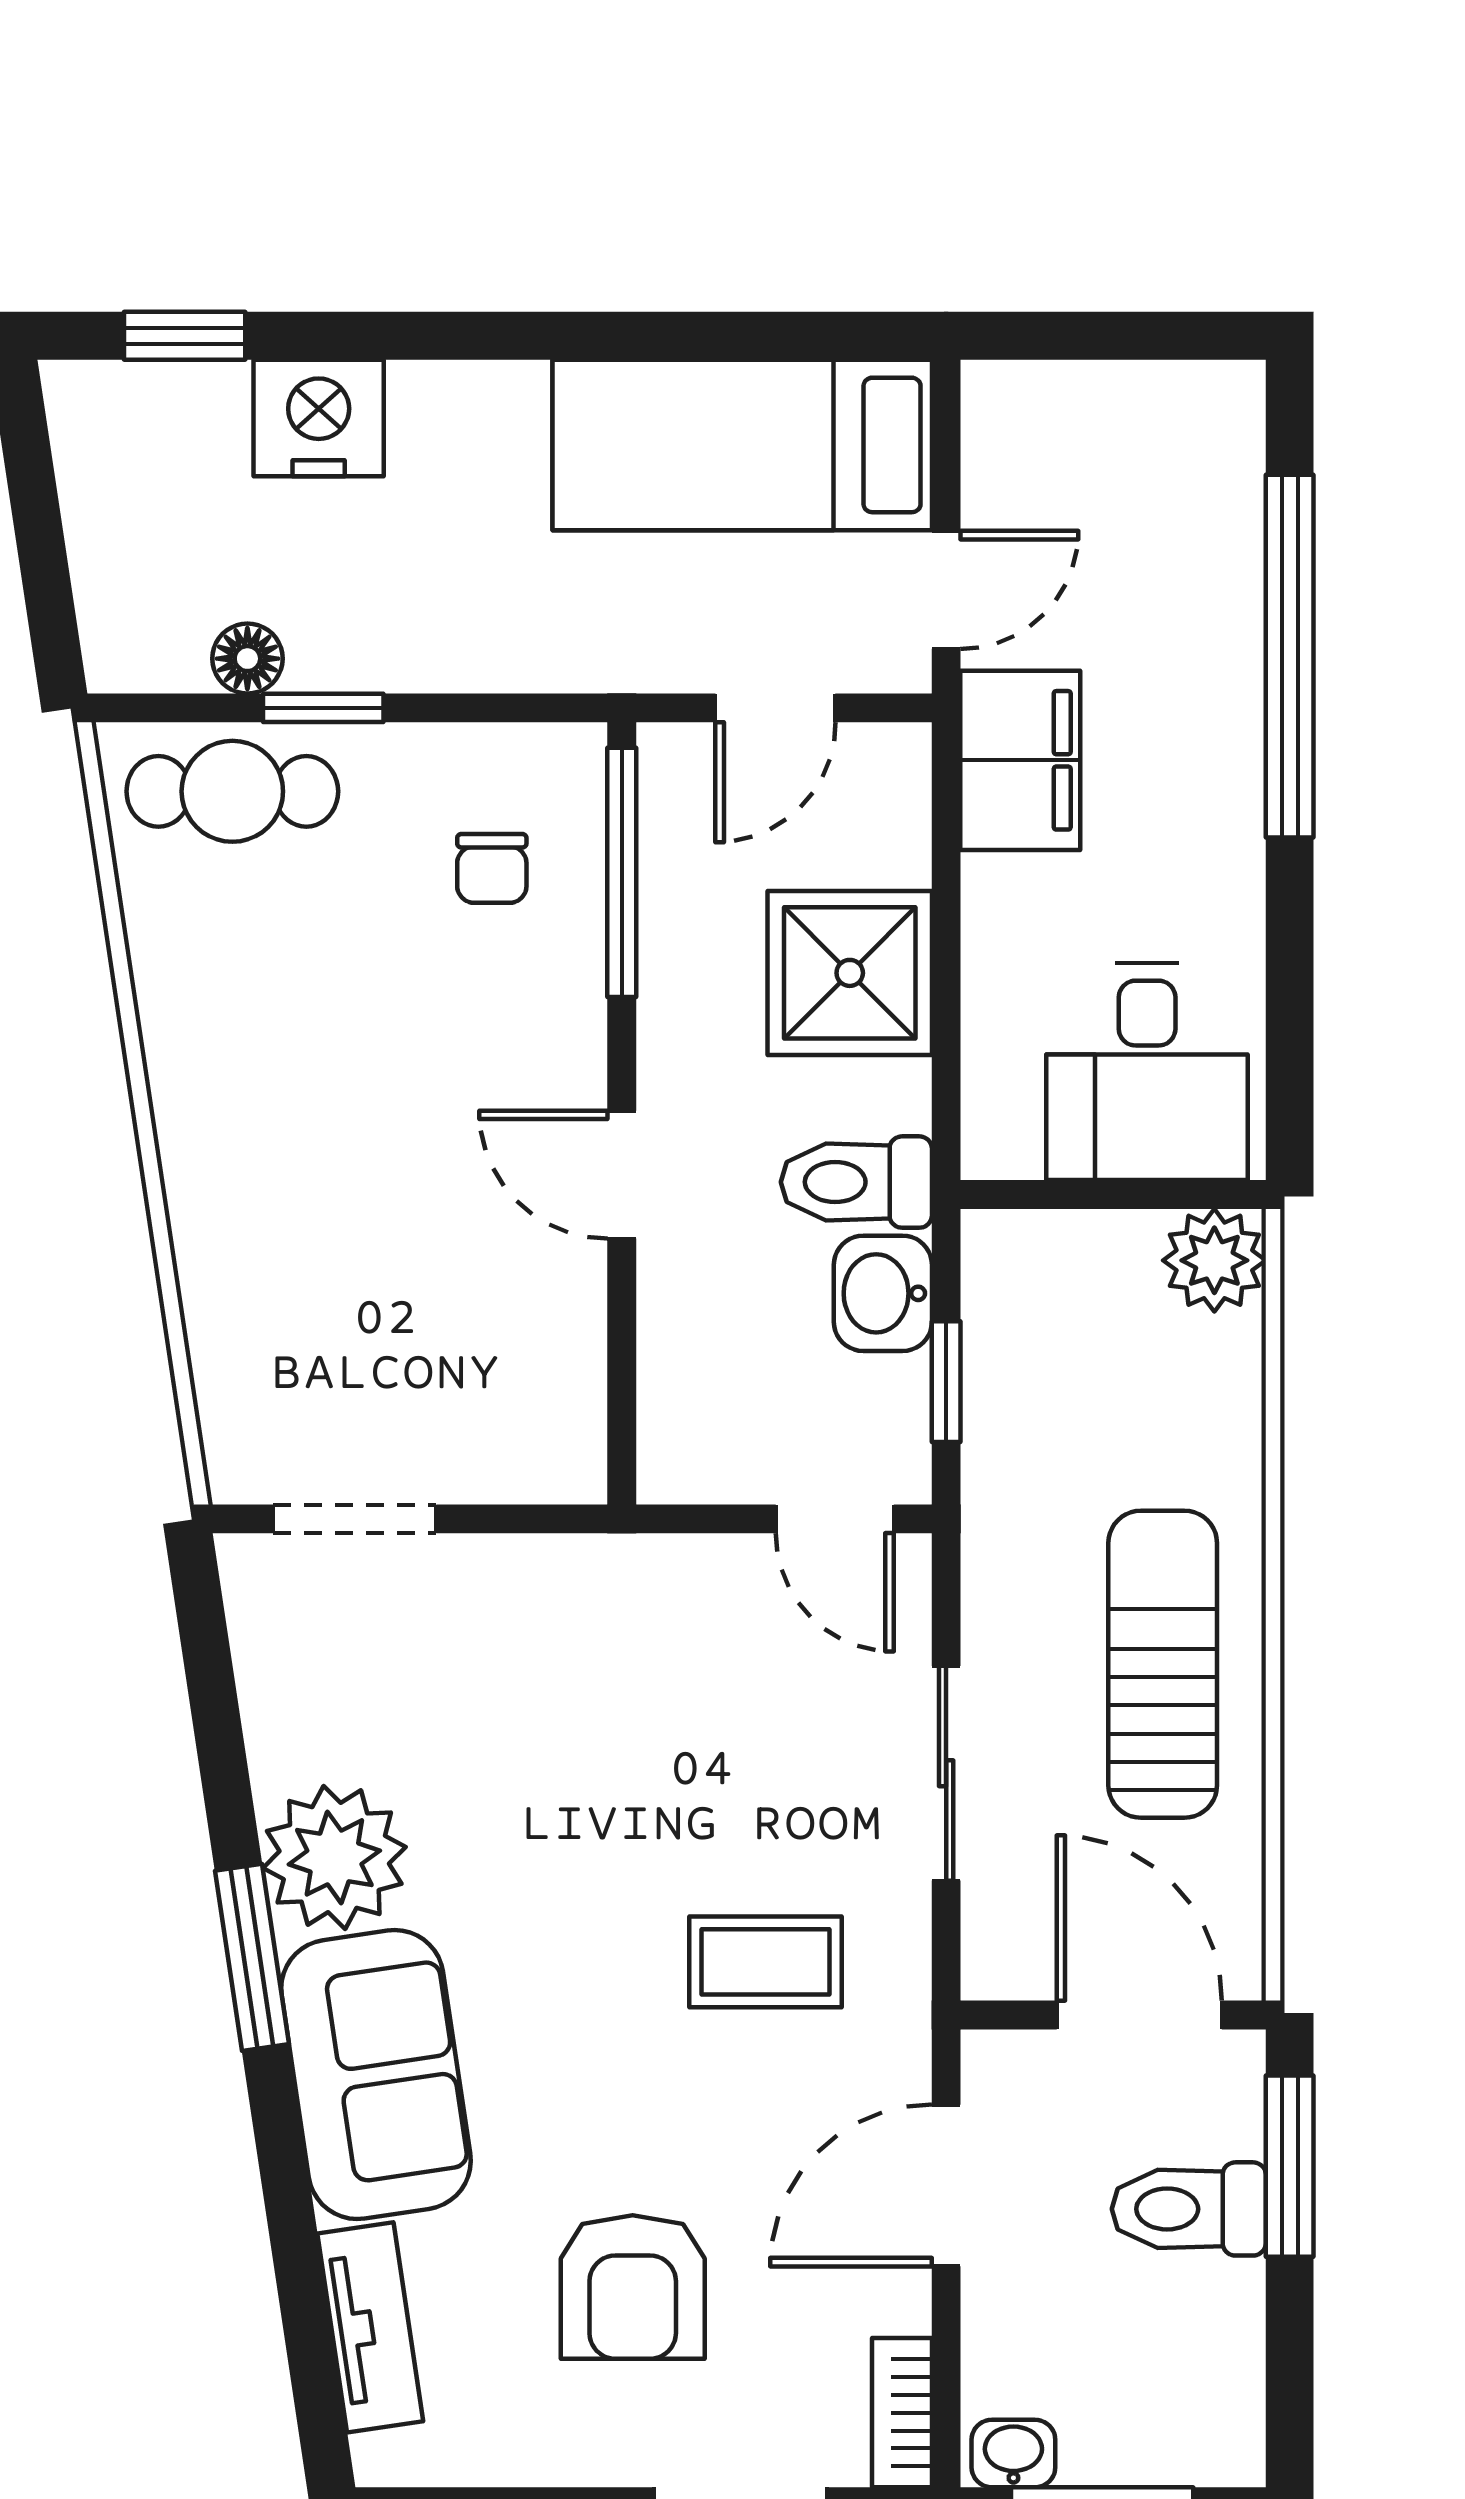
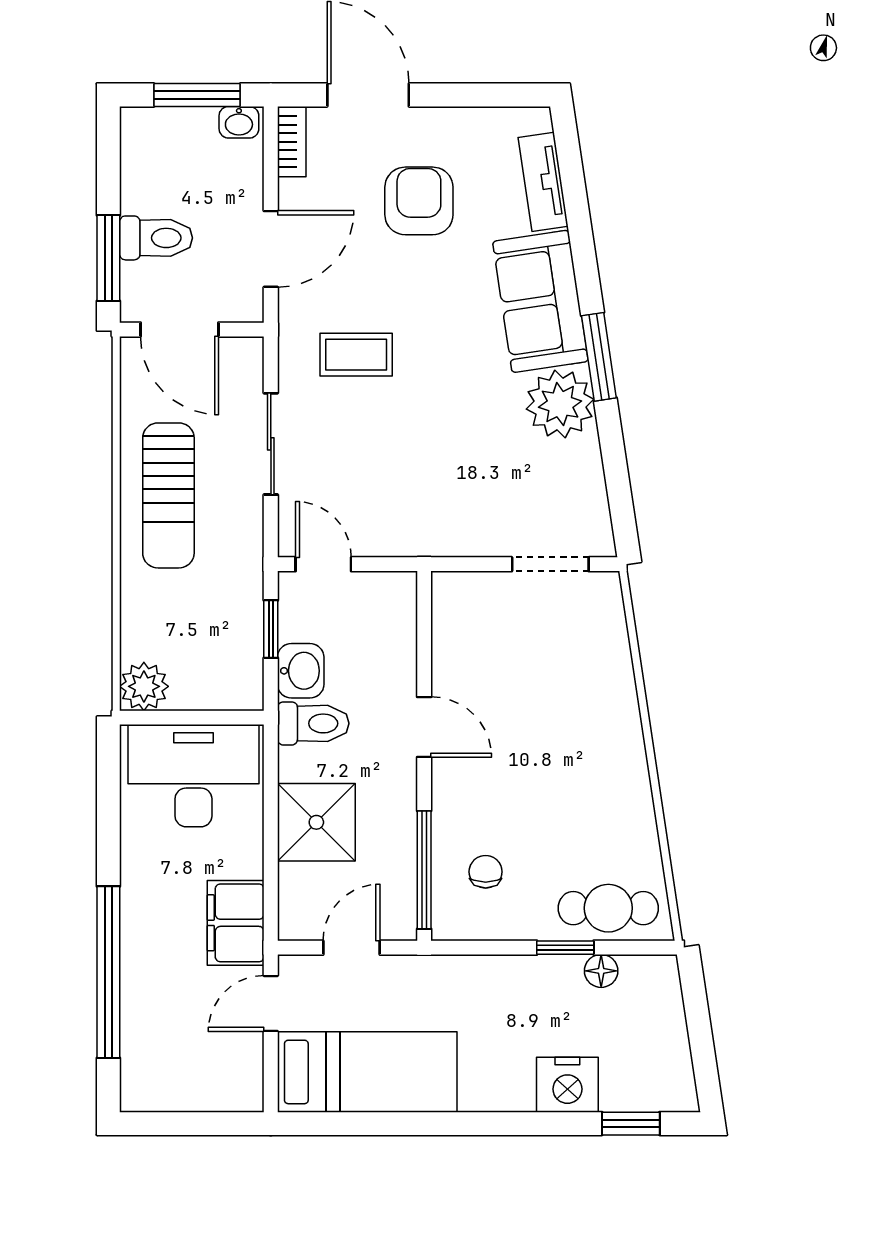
desk: (1147, 1072) -> (193, 776), width x1.37

